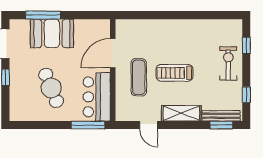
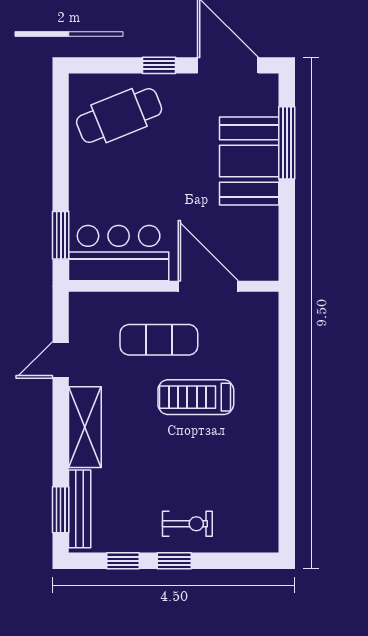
window: (246, 45) -> (174, 561), moved
exercise bike: (228, 63) -> (187, 524), width x0.73, depth x0.72
treadmill: (175, 73) -> (196, 397), moved, turned -90
cafe table: (51, 88) -> (119, 116), moved
window: (88, 125) -> (61, 235), width x0.69

